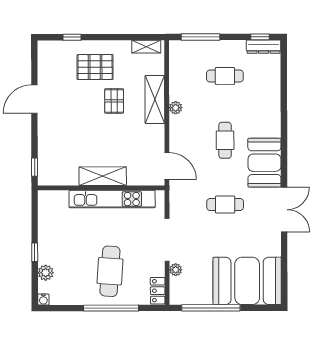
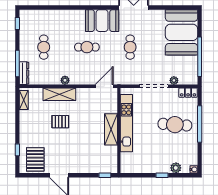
dresser: (264, 47) -> (24, 73), moved
pallet: (95, 67) -> (35, 159), moved

